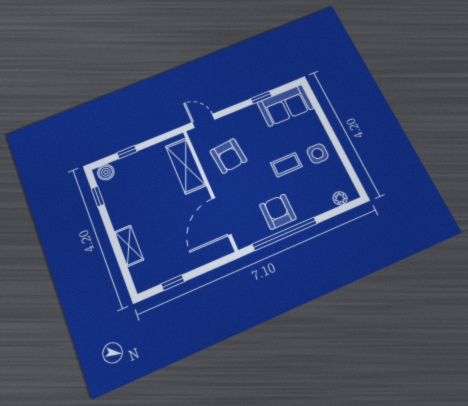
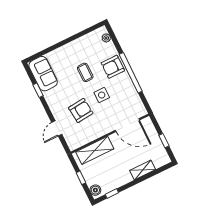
side table: (318, 154) -> (102, 95), moved
shelving: (186, 166) -> (95, 150), moved
wall: (210, 189) -> (110, 134), moved
armchair: (278, 212) -> (113, 67), moved
door: (221, 217) -> (127, 125), moved

